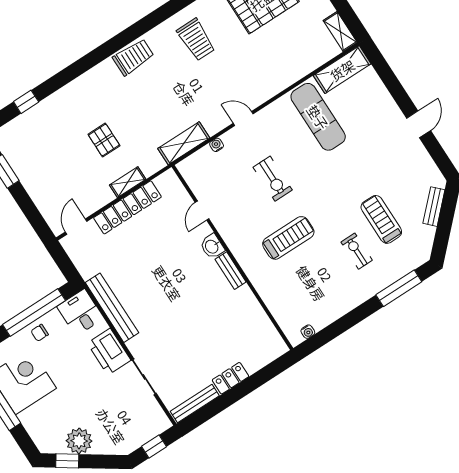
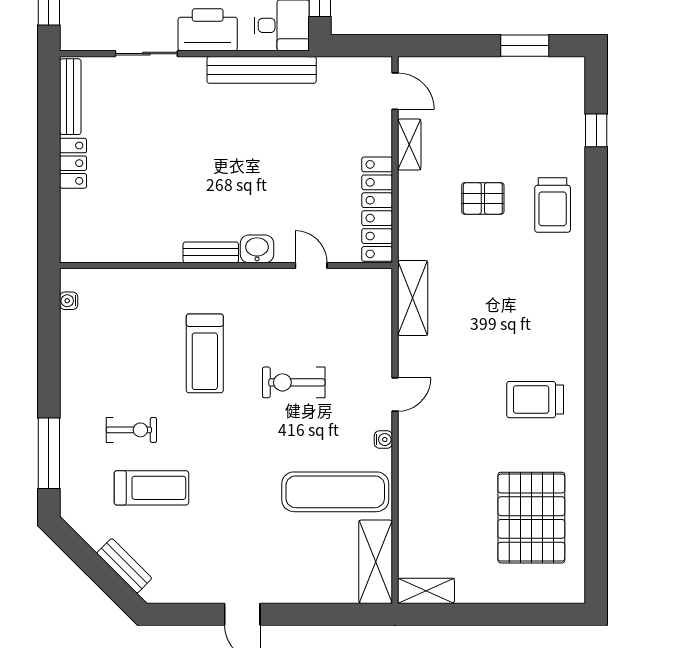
trolley: (133, 57) -> (553, 205), moved
water cooler: (217, 145) -> (383, 440), moved
shelving: (128, 182) -> (409, 145), moved
locker: (127, 207) -> (377, 209), moved

